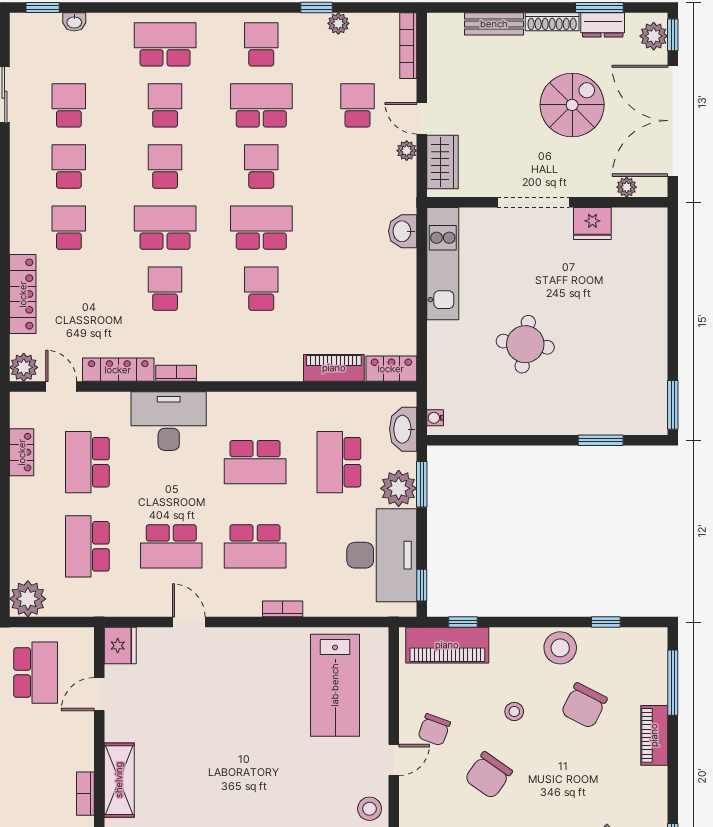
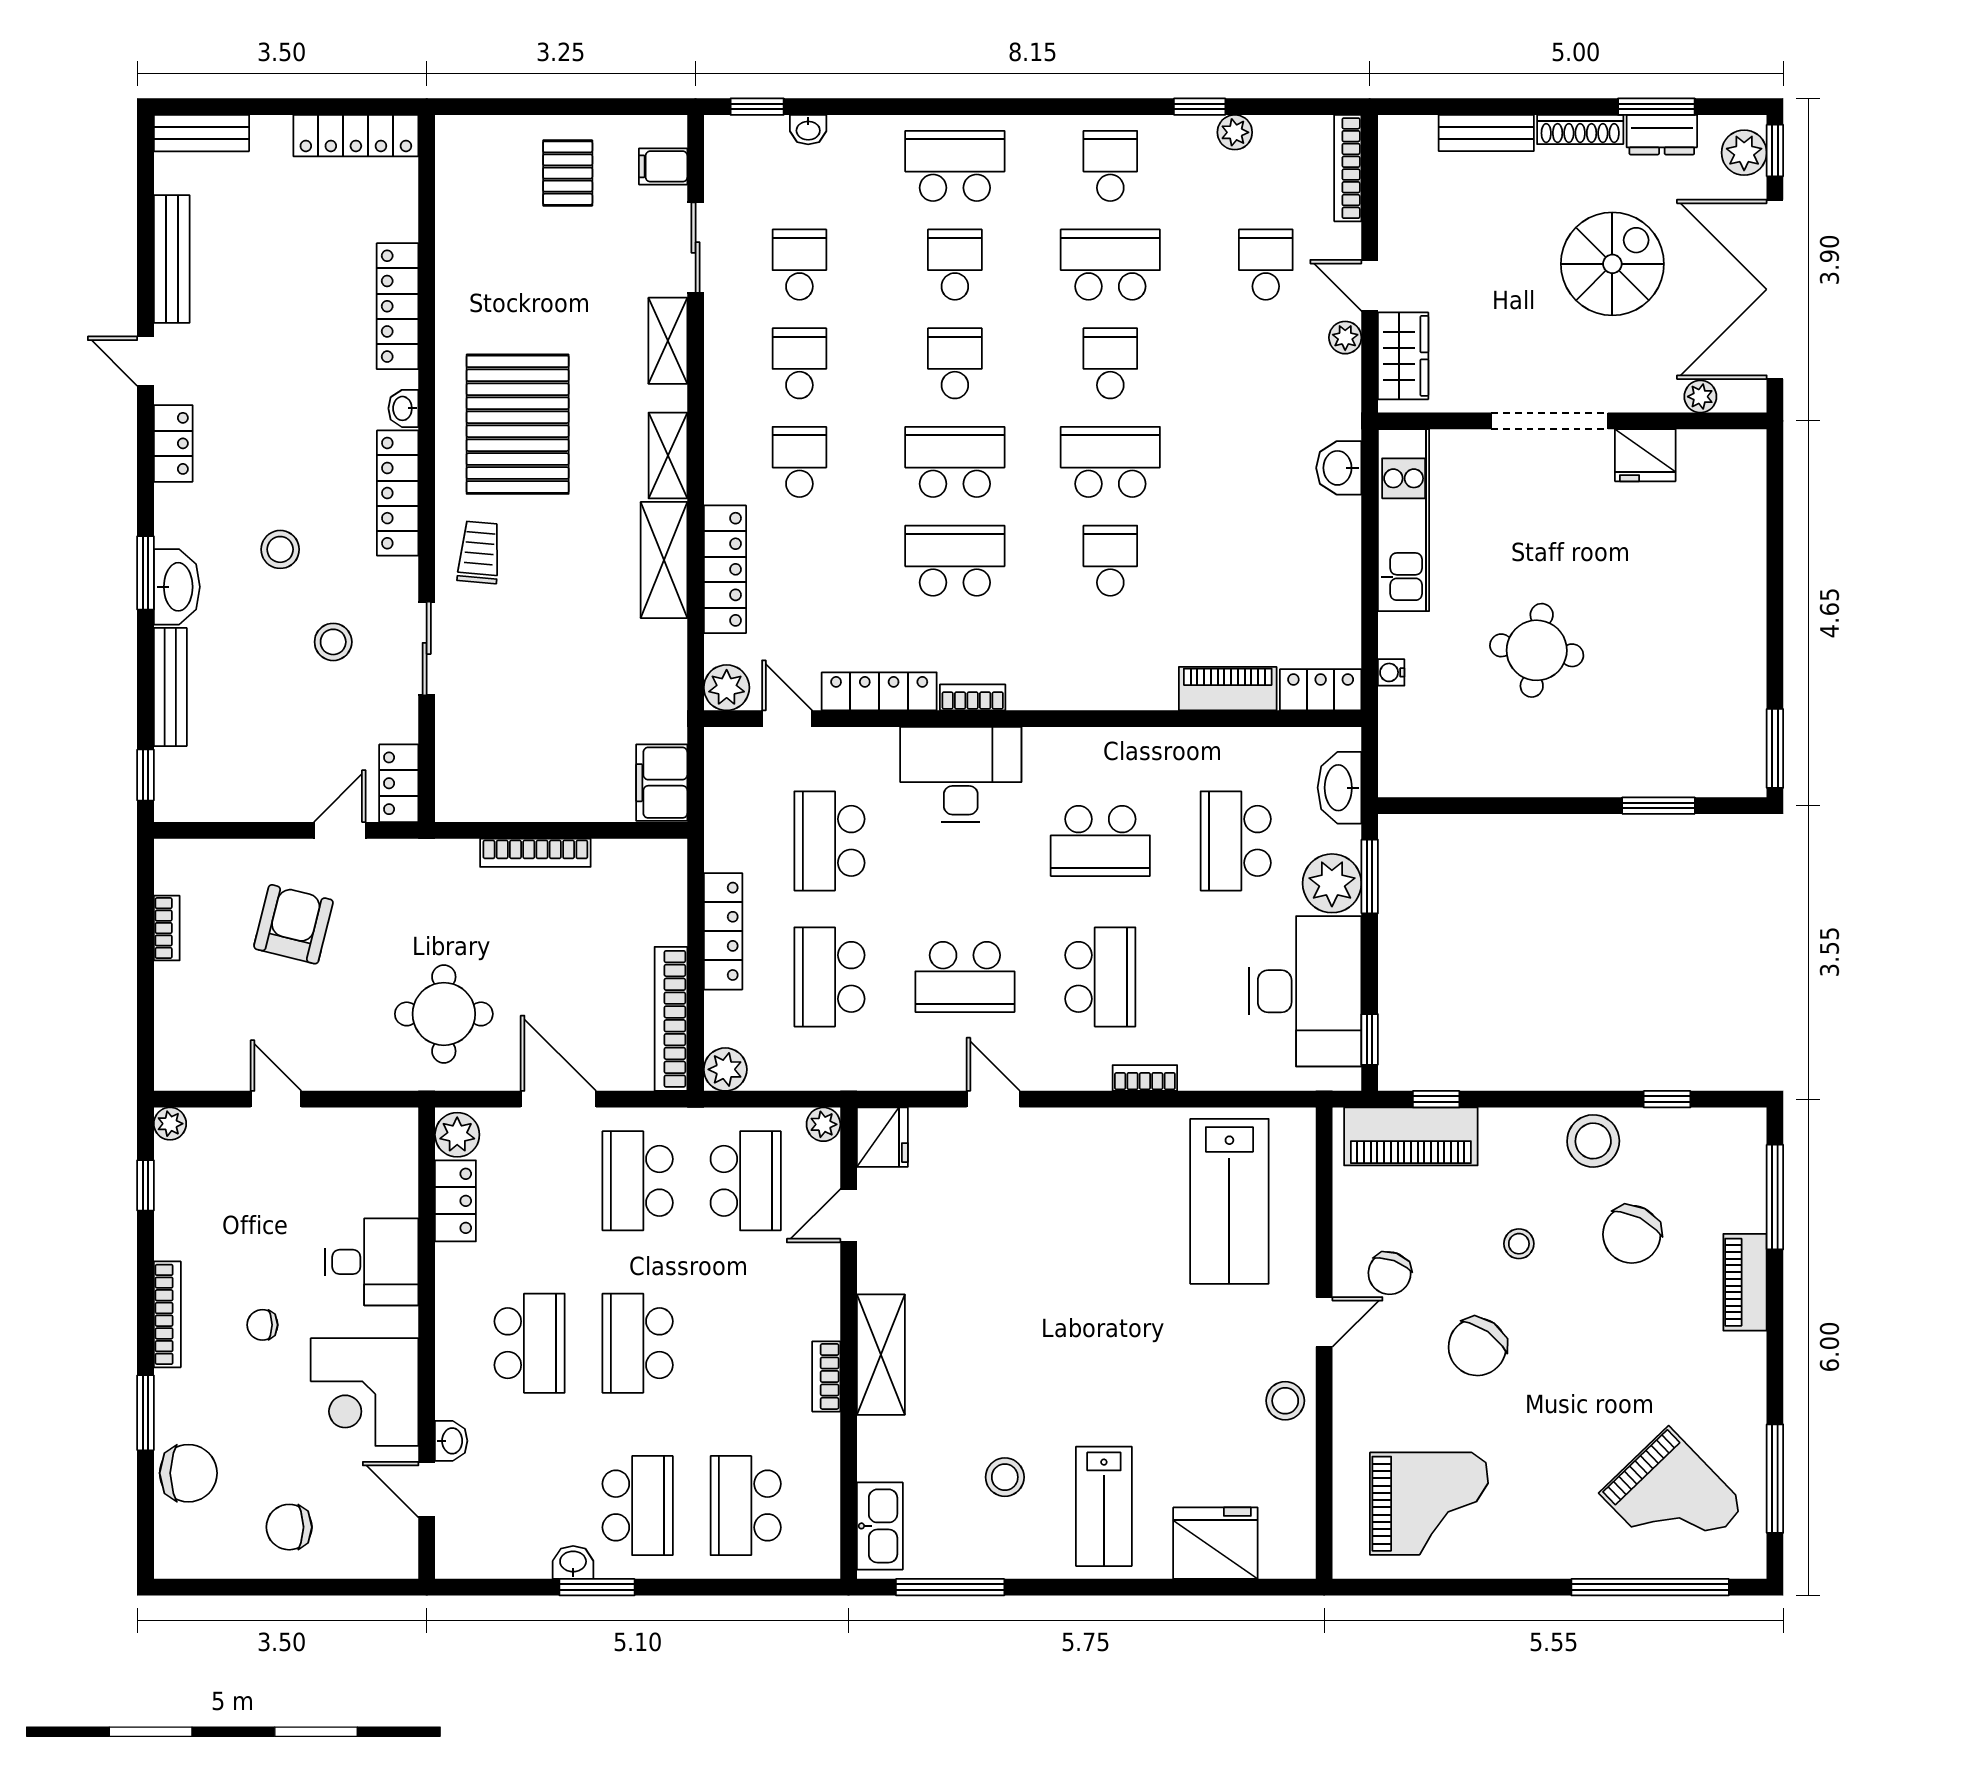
school desk: (165, 289) -> (955, 561), width x1.85
water cooler: (435, 418) -> (1391, 672), moved
locker: (22, 452) -> (723, 931), moved, width x1.53
school desk: (255, 546) -> (1100, 977), turned -90
plant: (28, 599) -> (725, 1069), width x0.73, depth x0.73
plant: (84, 638) -> (823, 1124), added

